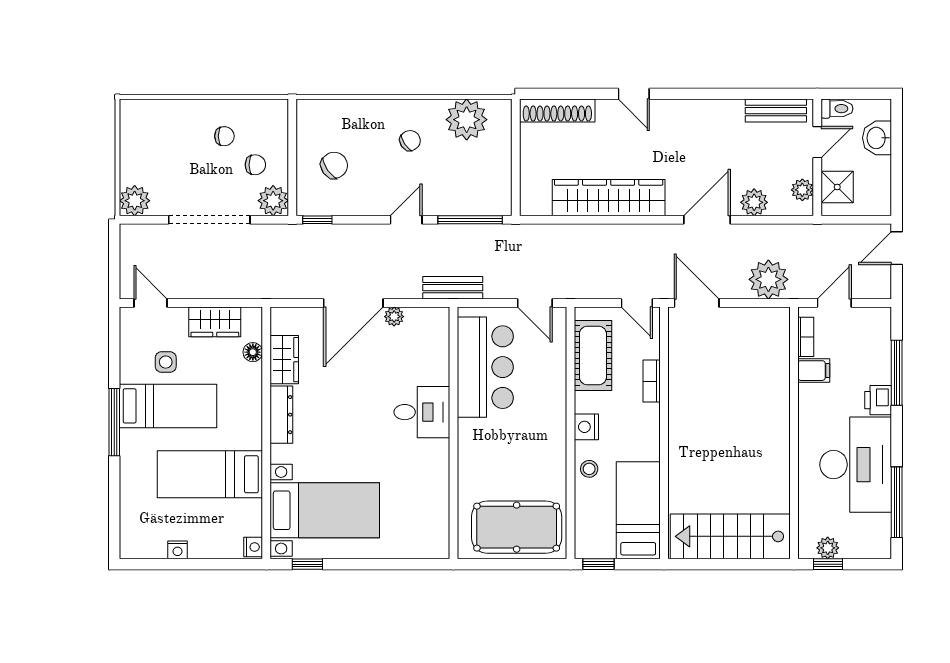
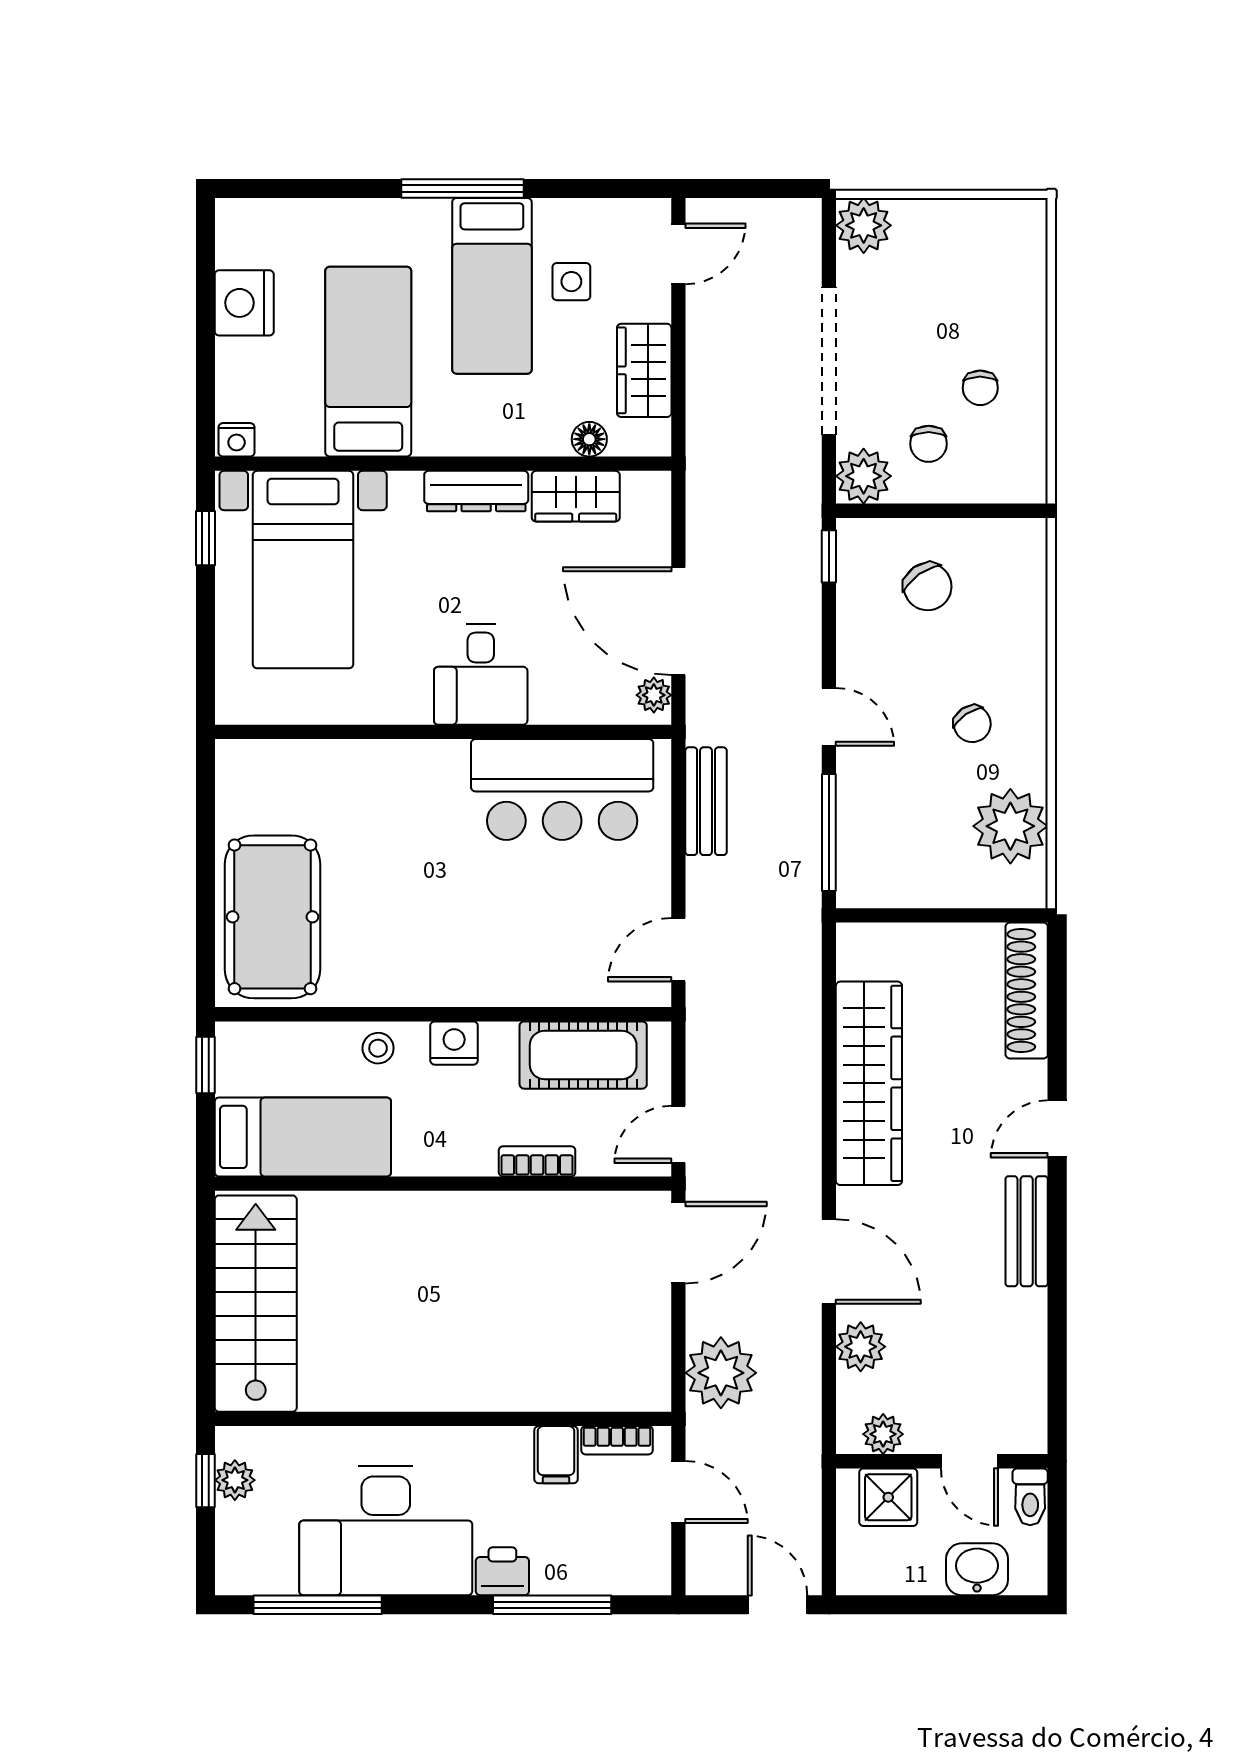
bench: (776, 111) -> (1027, 1231), moved
bar counter: (485, 367) -> (562, 790), moved
desk: (422, 412) -> (481, 675), moved
wall: (453, 433) -> (443, 732), moved
nightstand: (178, 550) -> (244, 303), width x1.89, depth x1.79

